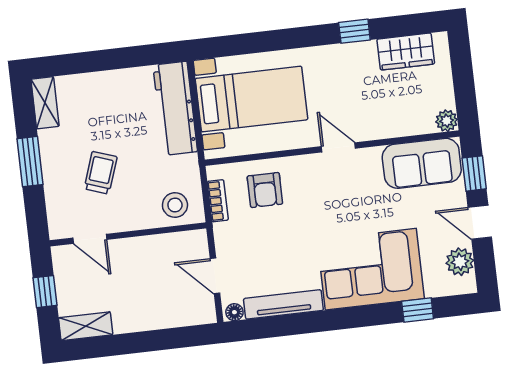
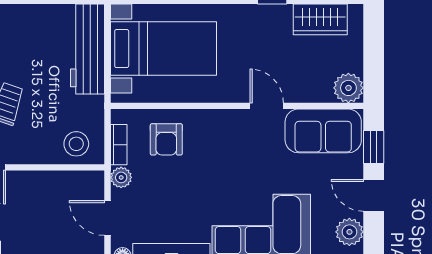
plant: (447, 121) -> (348, 88), width x1.38, depth x1.38
door: (338, 147) -> (267, 106), moved
plant: (224, 234) -> (121, 177), added

